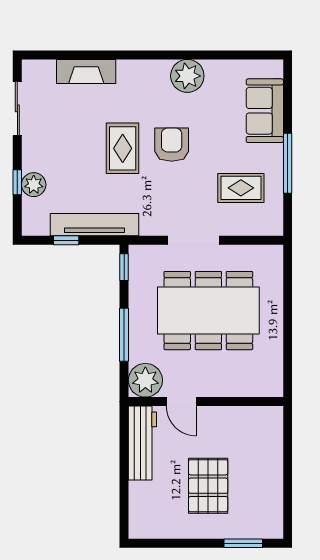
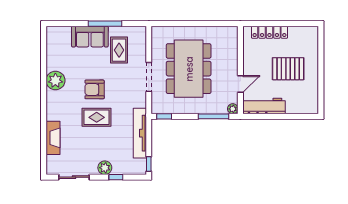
sofa: (265, 111) -> (90, 37), moved
plant: (34, 185) -> (105, 168), moved
window: (66, 240) -> (149, 164), moved
window: (124, 335) -> (213, 116), moved
plant: (145, 380) -> (233, 109), width x0.53, depth x0.53
locker: (272, 453) -> (269, 32), added
window: (243, 543) -> (321, 49), removed

